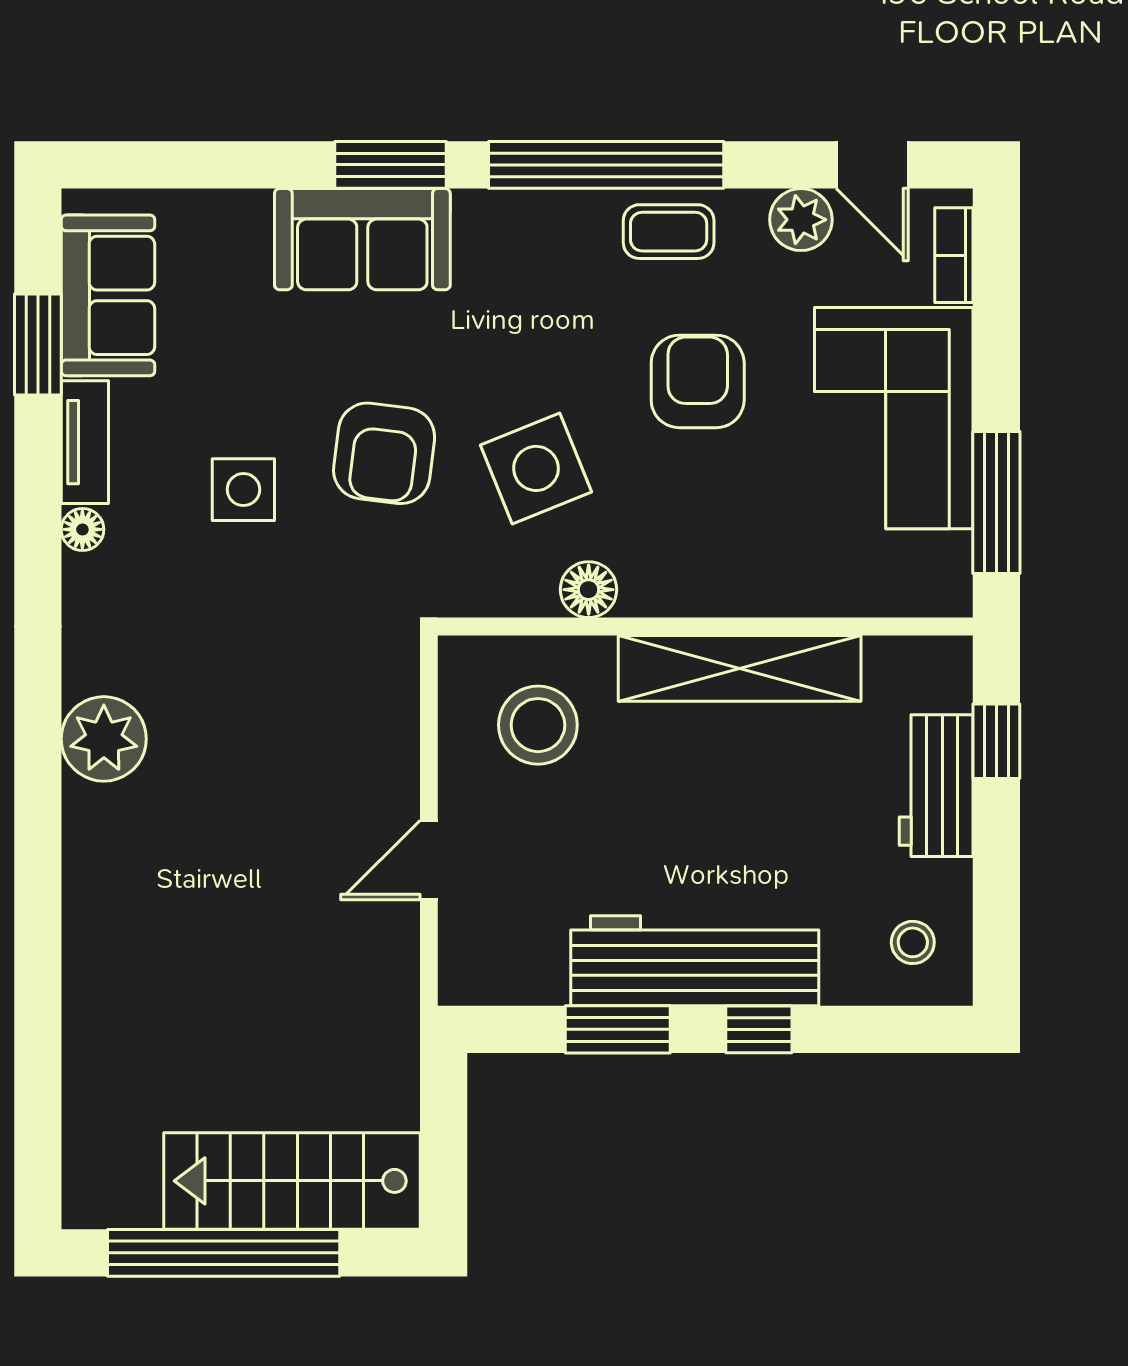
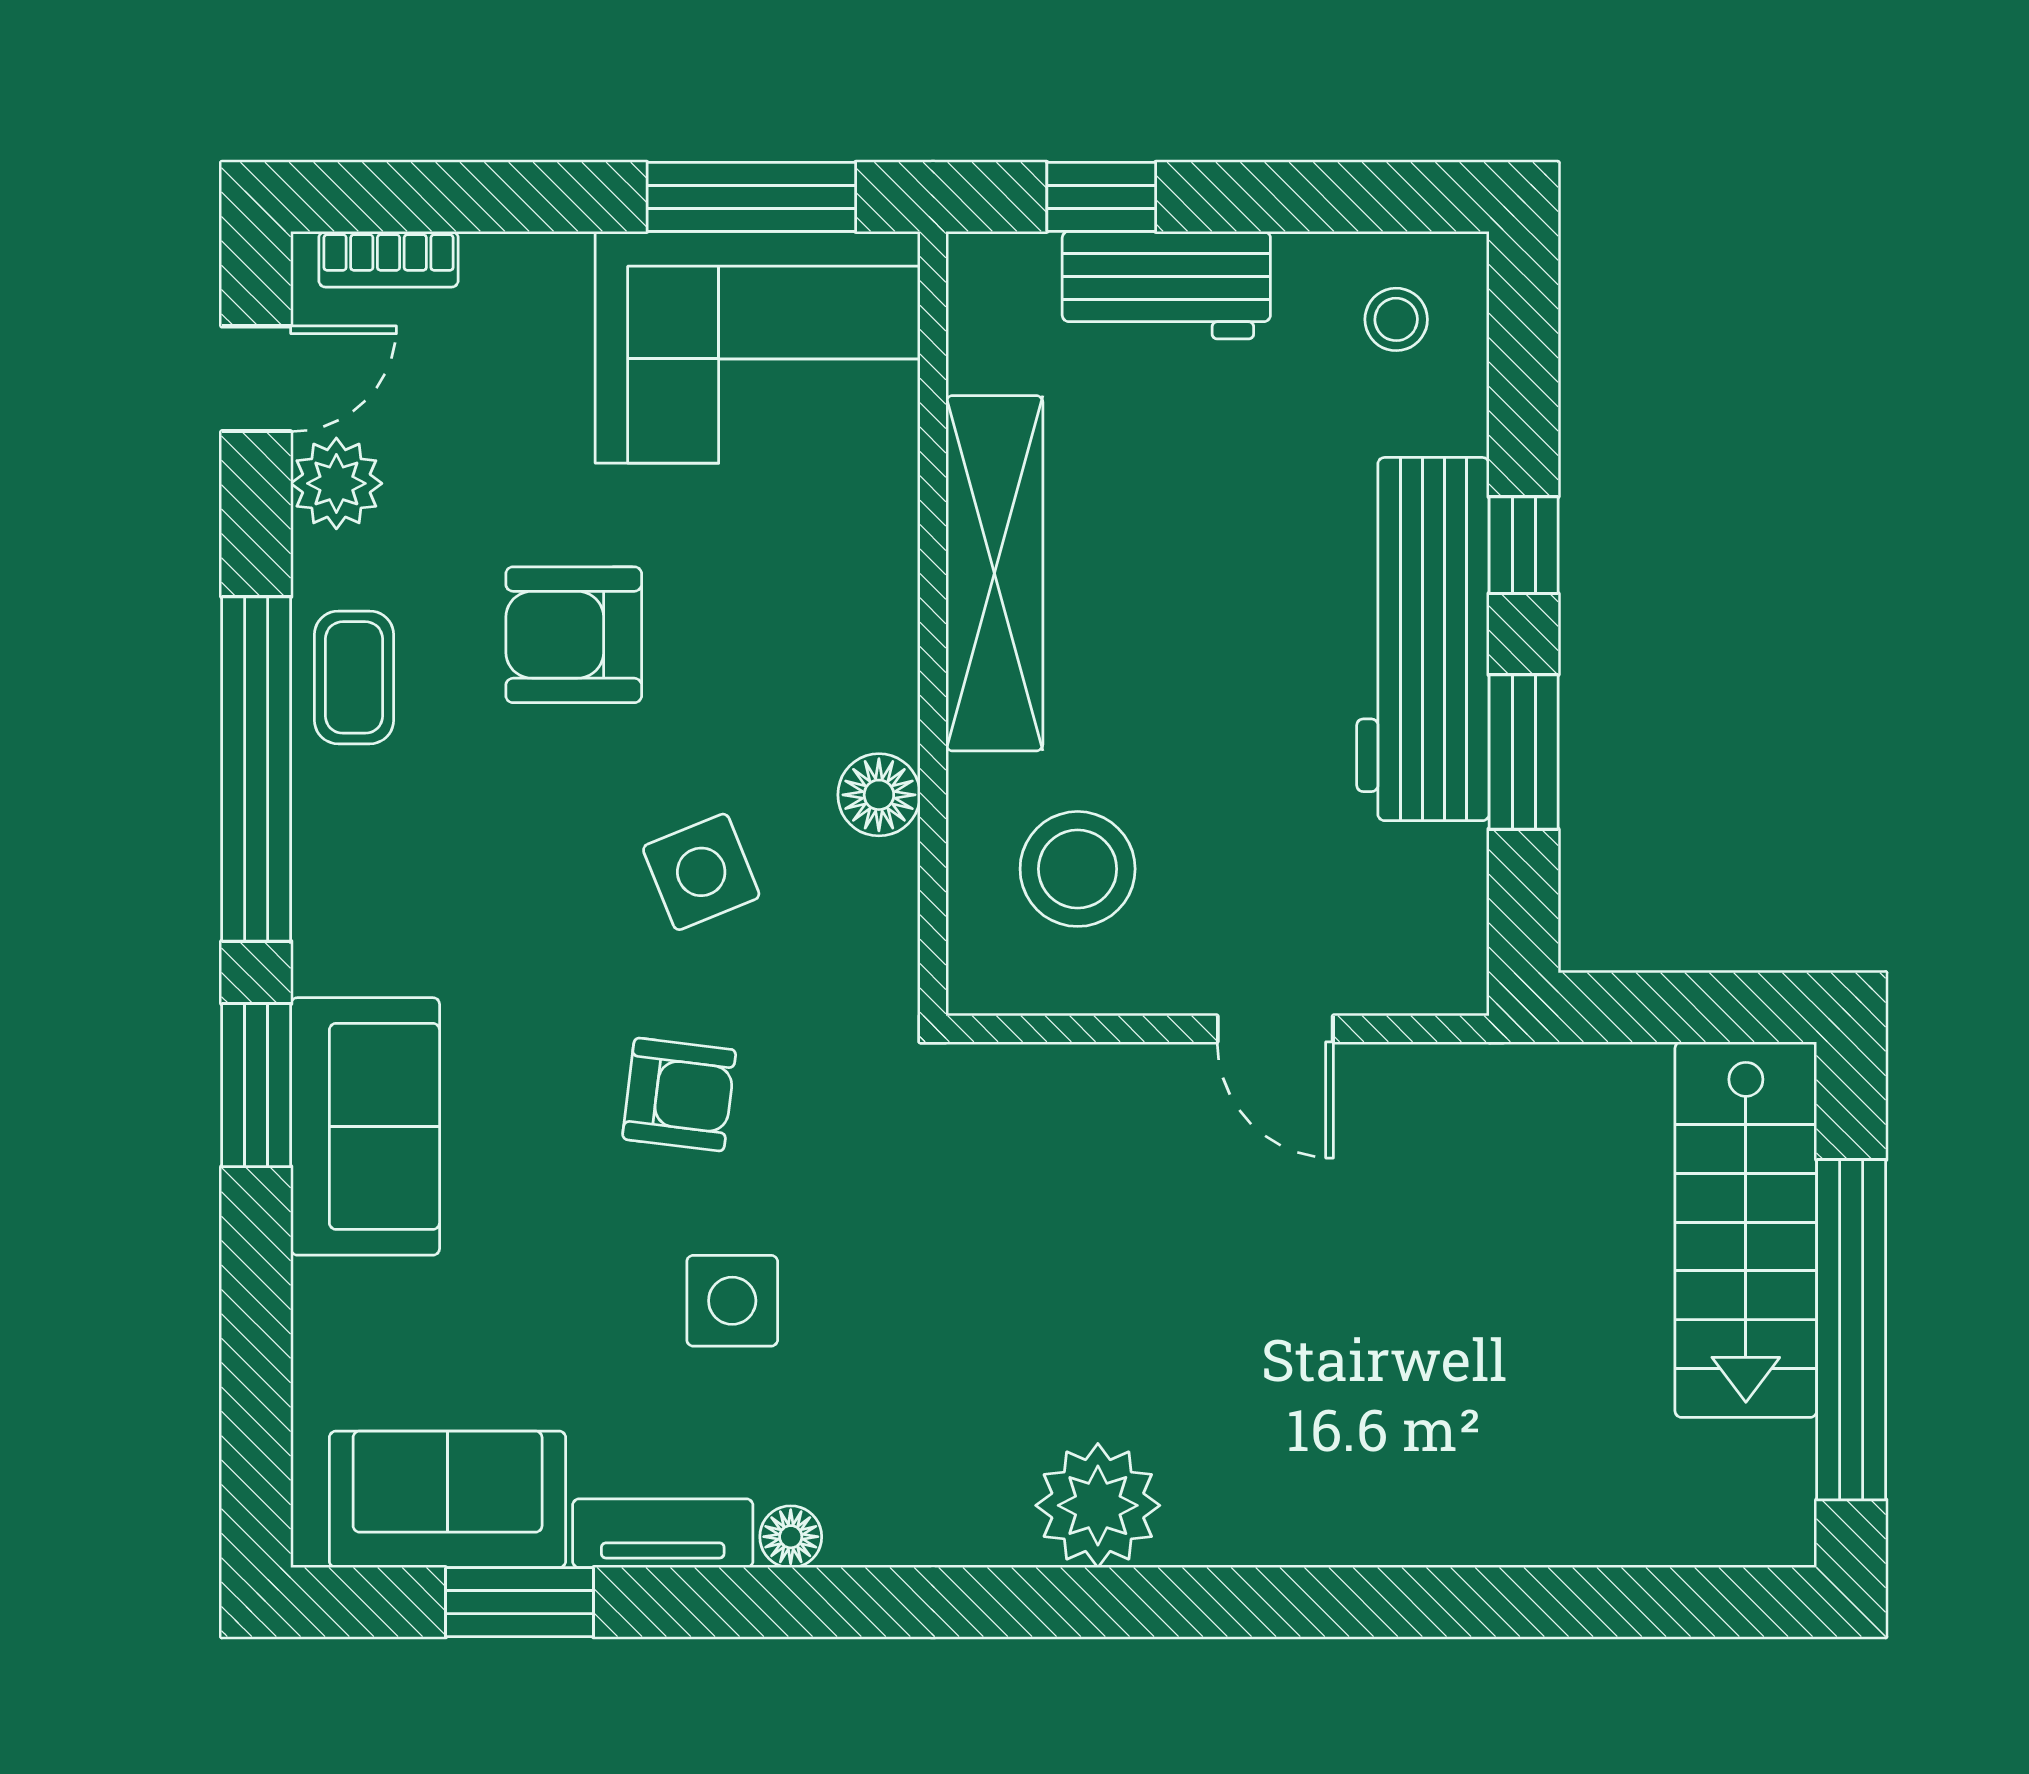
corner sofa: (894, 418) -> (758, 347), moved
armchair: (384, 453) -> (679, 1095), width x0.72, depth x0.72
side table: (536, 468) -> (701, 872), width x0.73, depth x0.73

